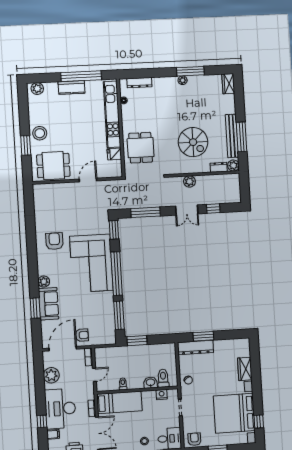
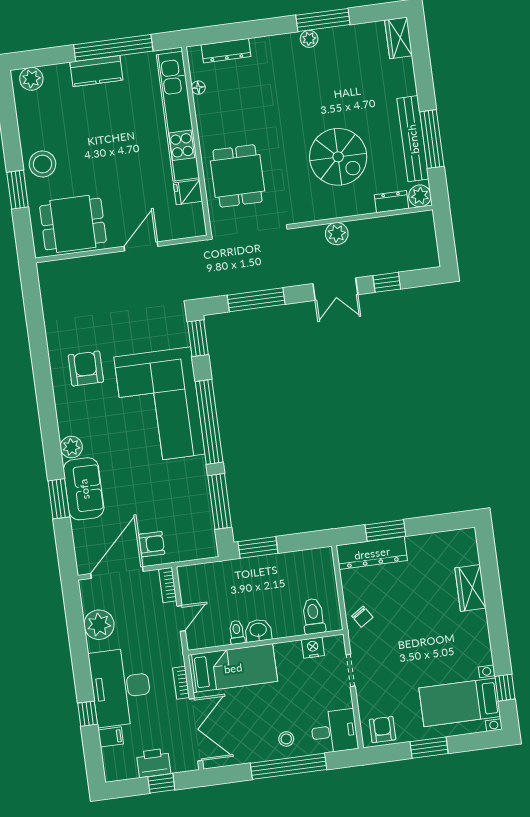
washbasin: (150, 383) -> (258, 630), moved
bed with nightstands: (234, 413) -> (460, 702), width x0.54

